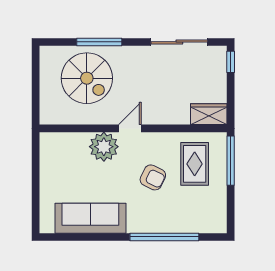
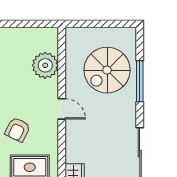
plant: (104, 147) -> (45, 65), moved

